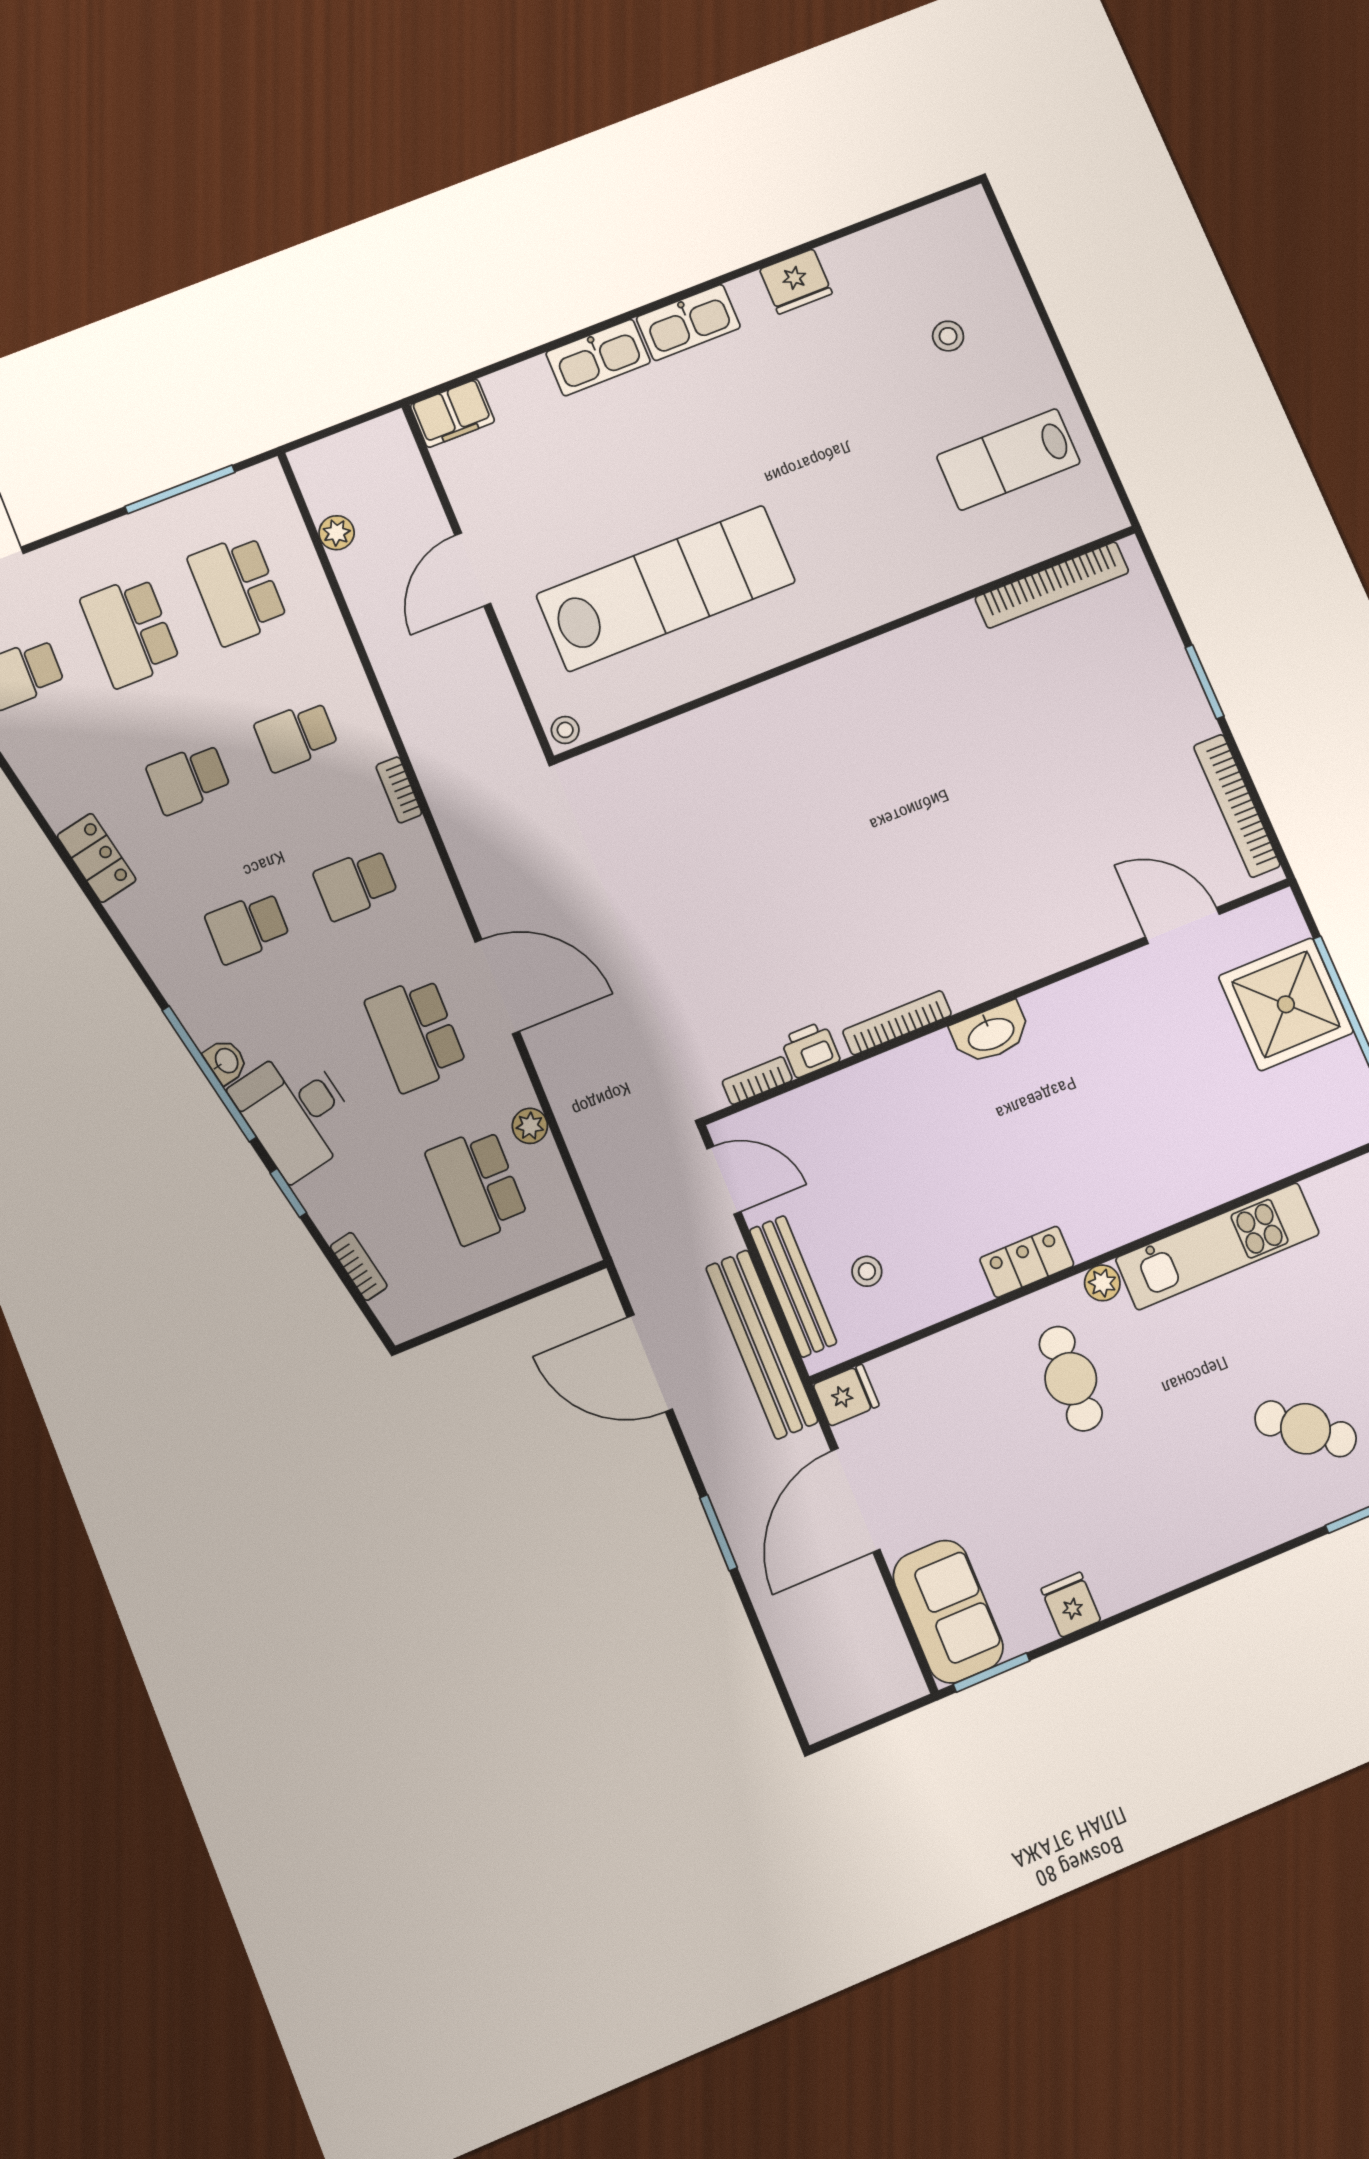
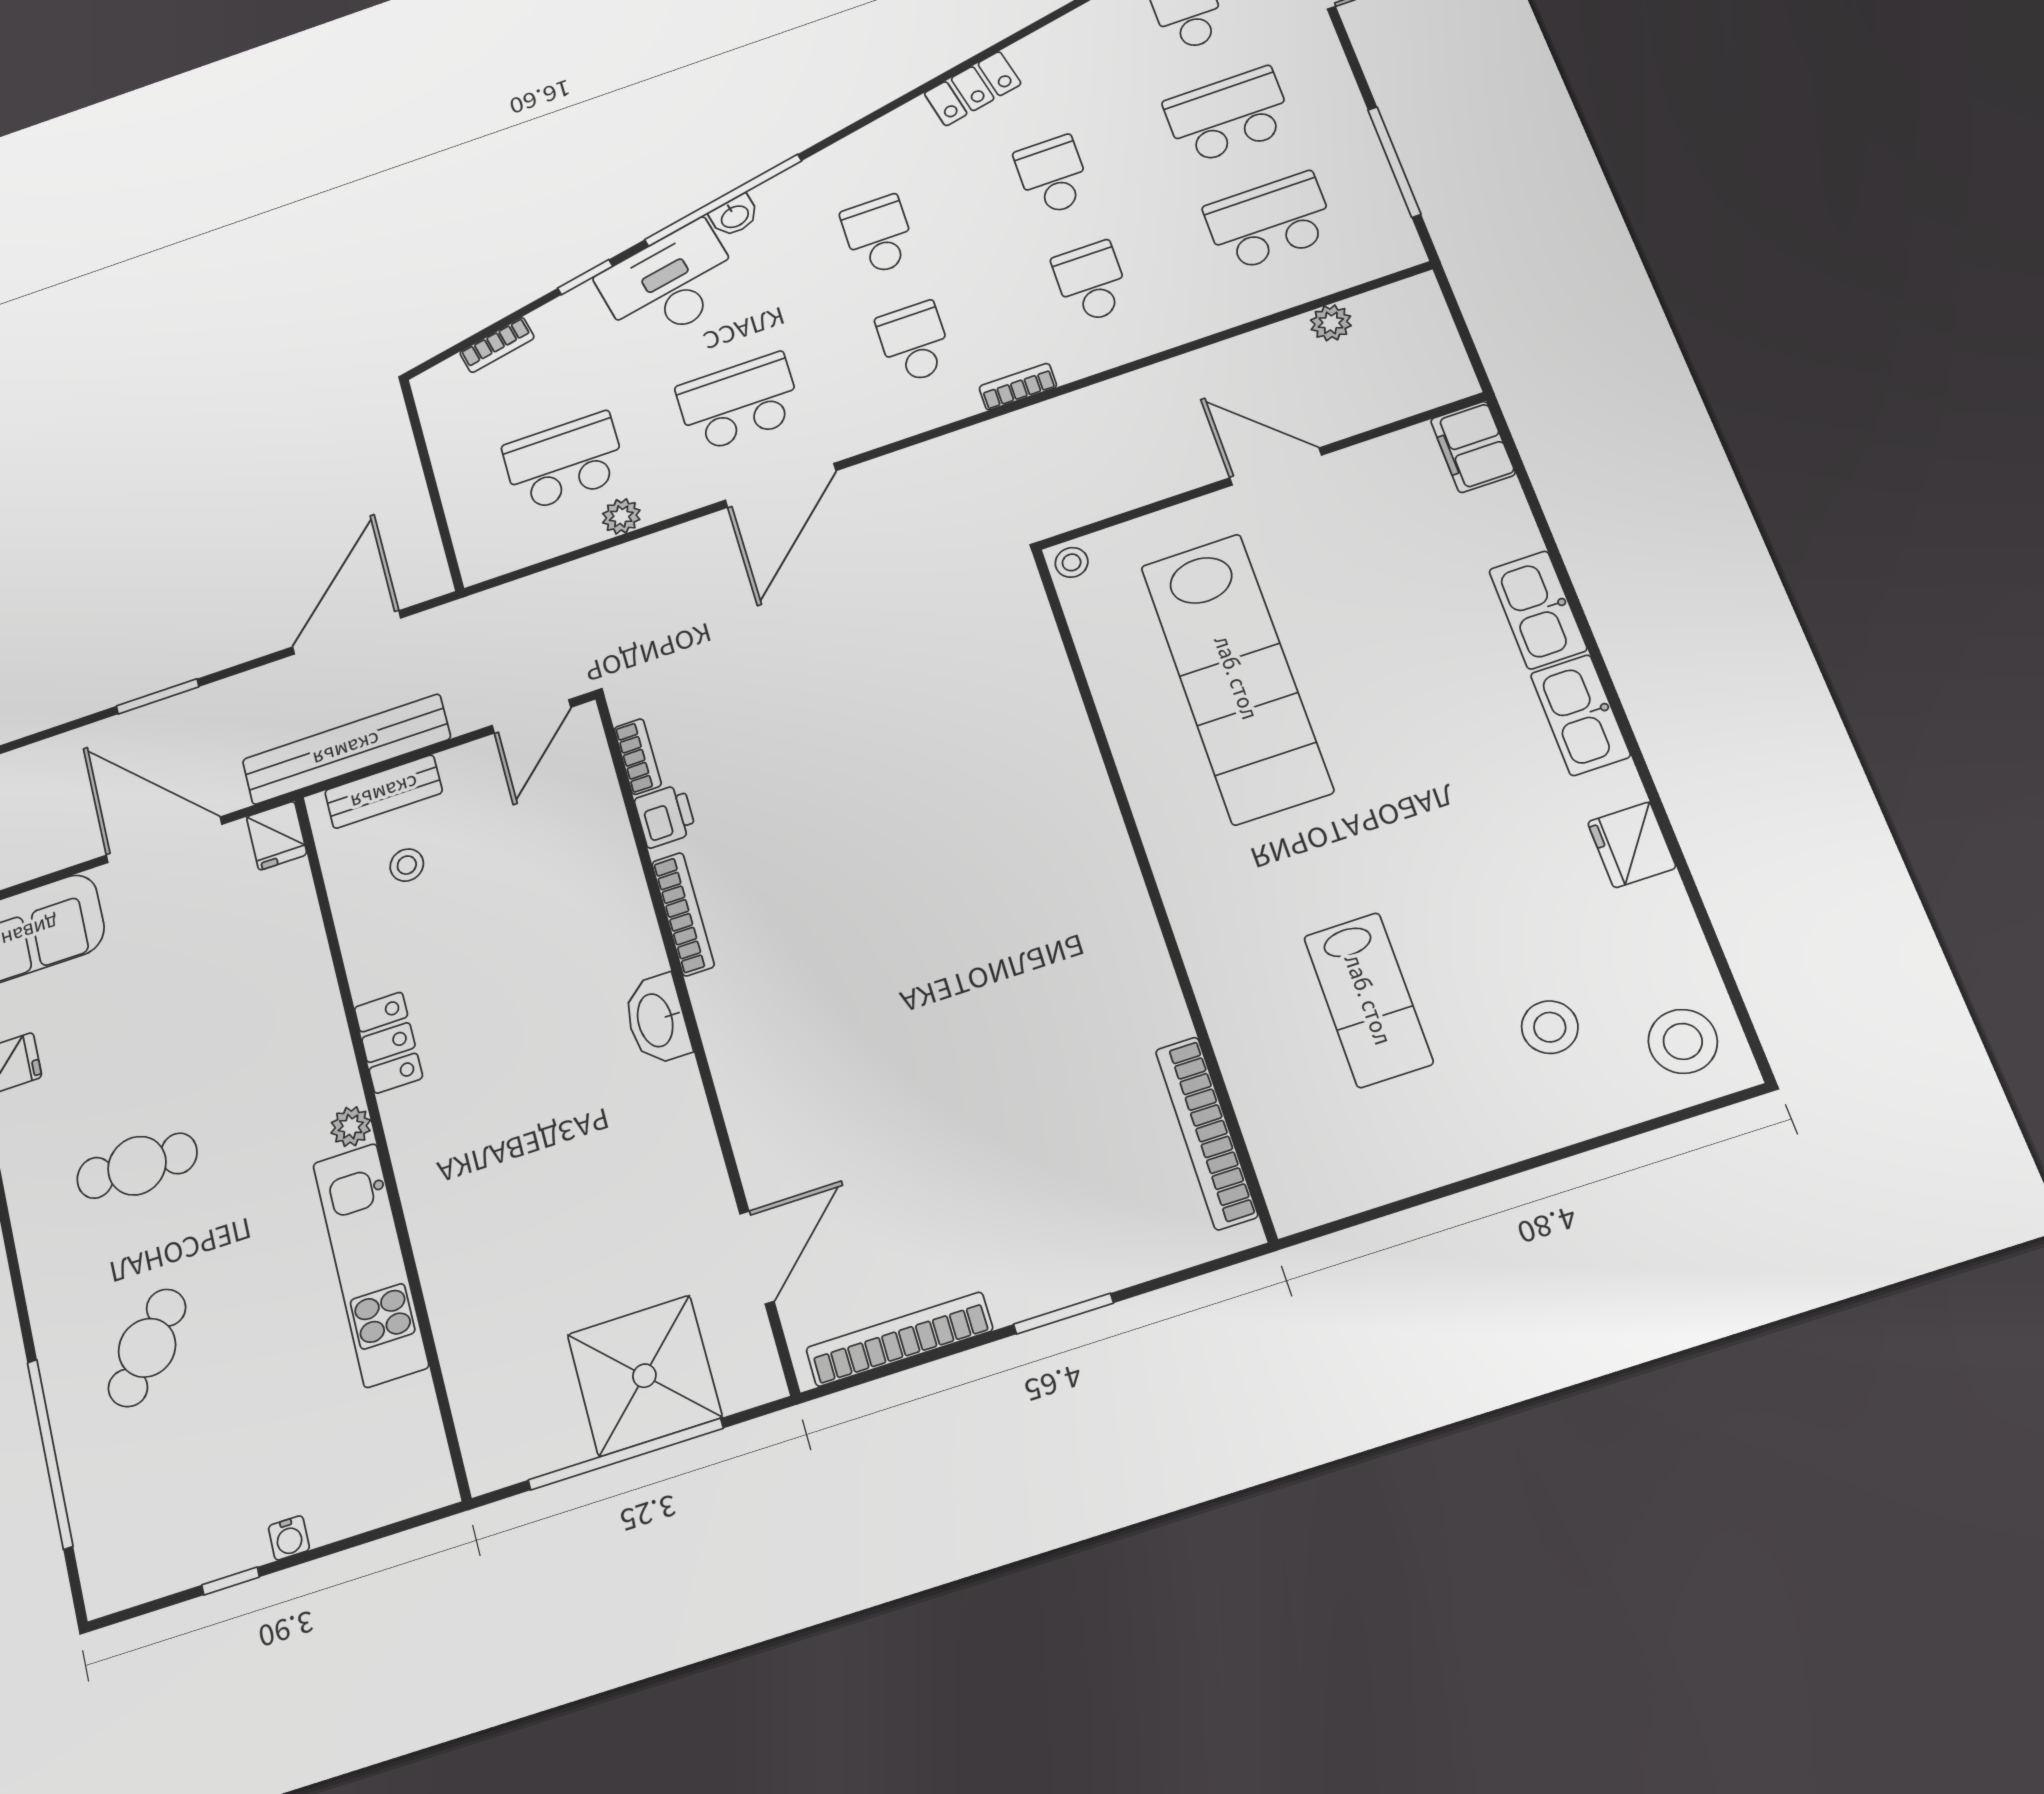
stool: (953, 241) -> (1683, 1041), added
stool: (948, 336) -> (1550, 1027), width x1.37, depth x1.37
lab bench: (1008, 459) -> (1368, 1000), moved, turned 180
bench: (793, 1286) -> (384, 792), width x0.73
cafe table: (1071, 1379) -> (137, 1166), moved

